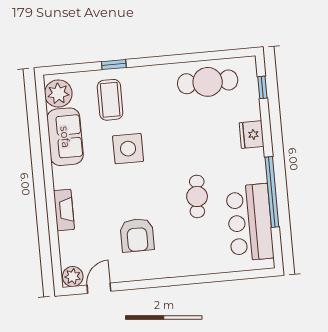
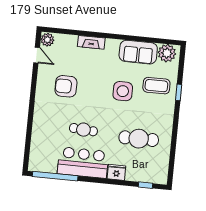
cafe table: (208, 82) -> (139, 139), moved, turned 90
window: (272, 192) -> (55, 176), moved
bar counter: (250, 222) -> (83, 163), moved

